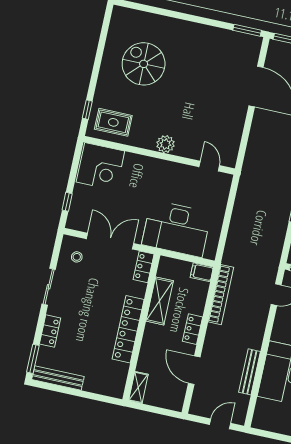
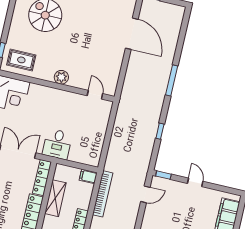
desk: (176, 229) -> (57, 144), width x0.53, depth x0.77
locker: (144, 267) -> (42, 178), width x1.53

